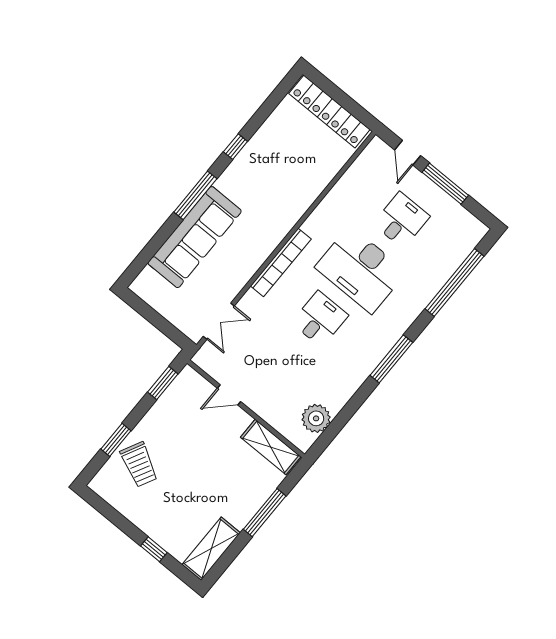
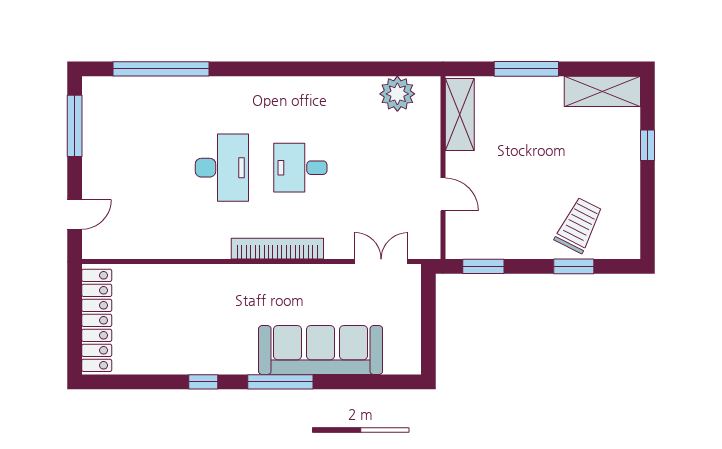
window: (445, 184) -> (75, 126), moved
desk: (401, 220) -> (143, 168), removed
desk: (361, 270) -> (222, 168), width x0.73, depth x0.77
window: (391, 359) -> (282, 69), removed

